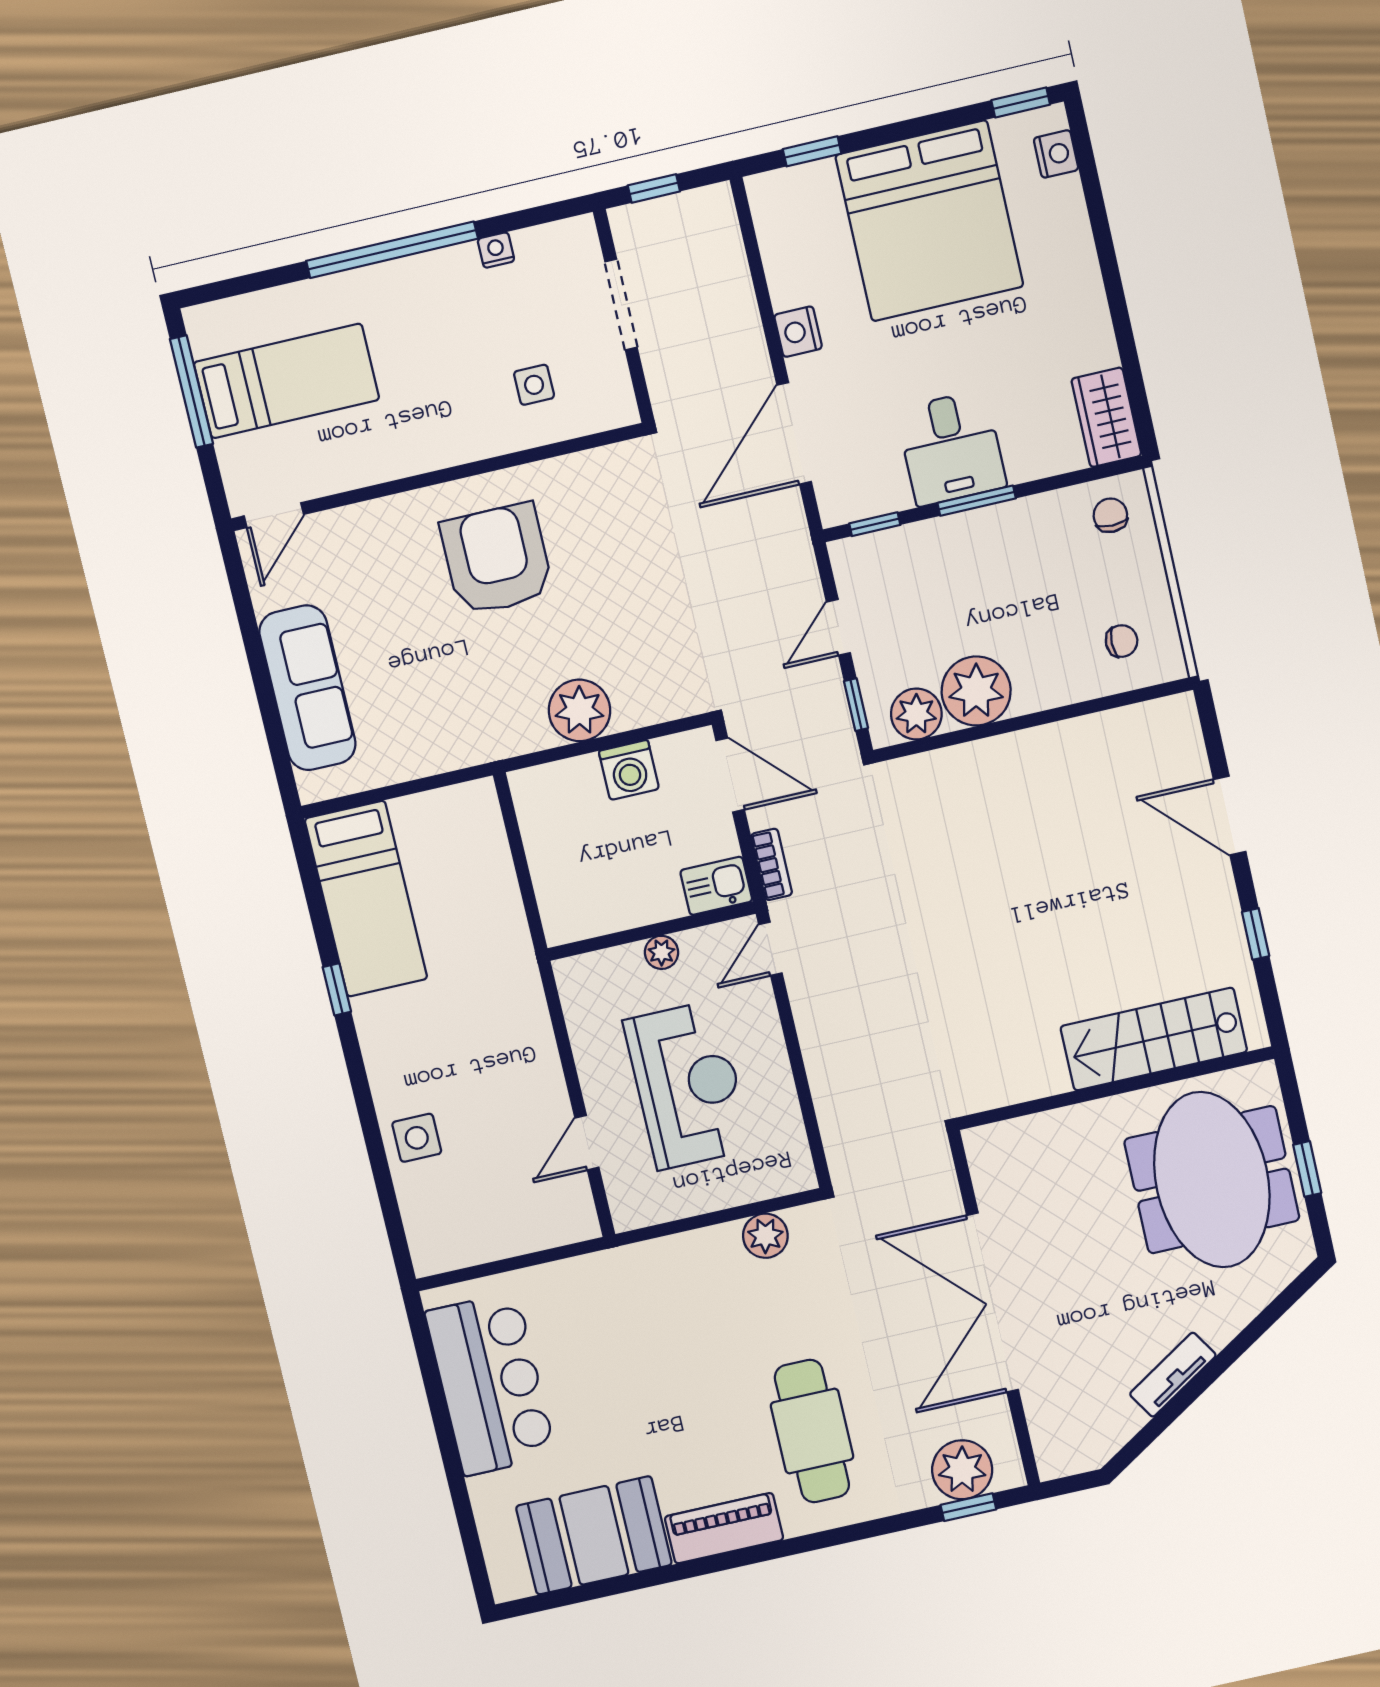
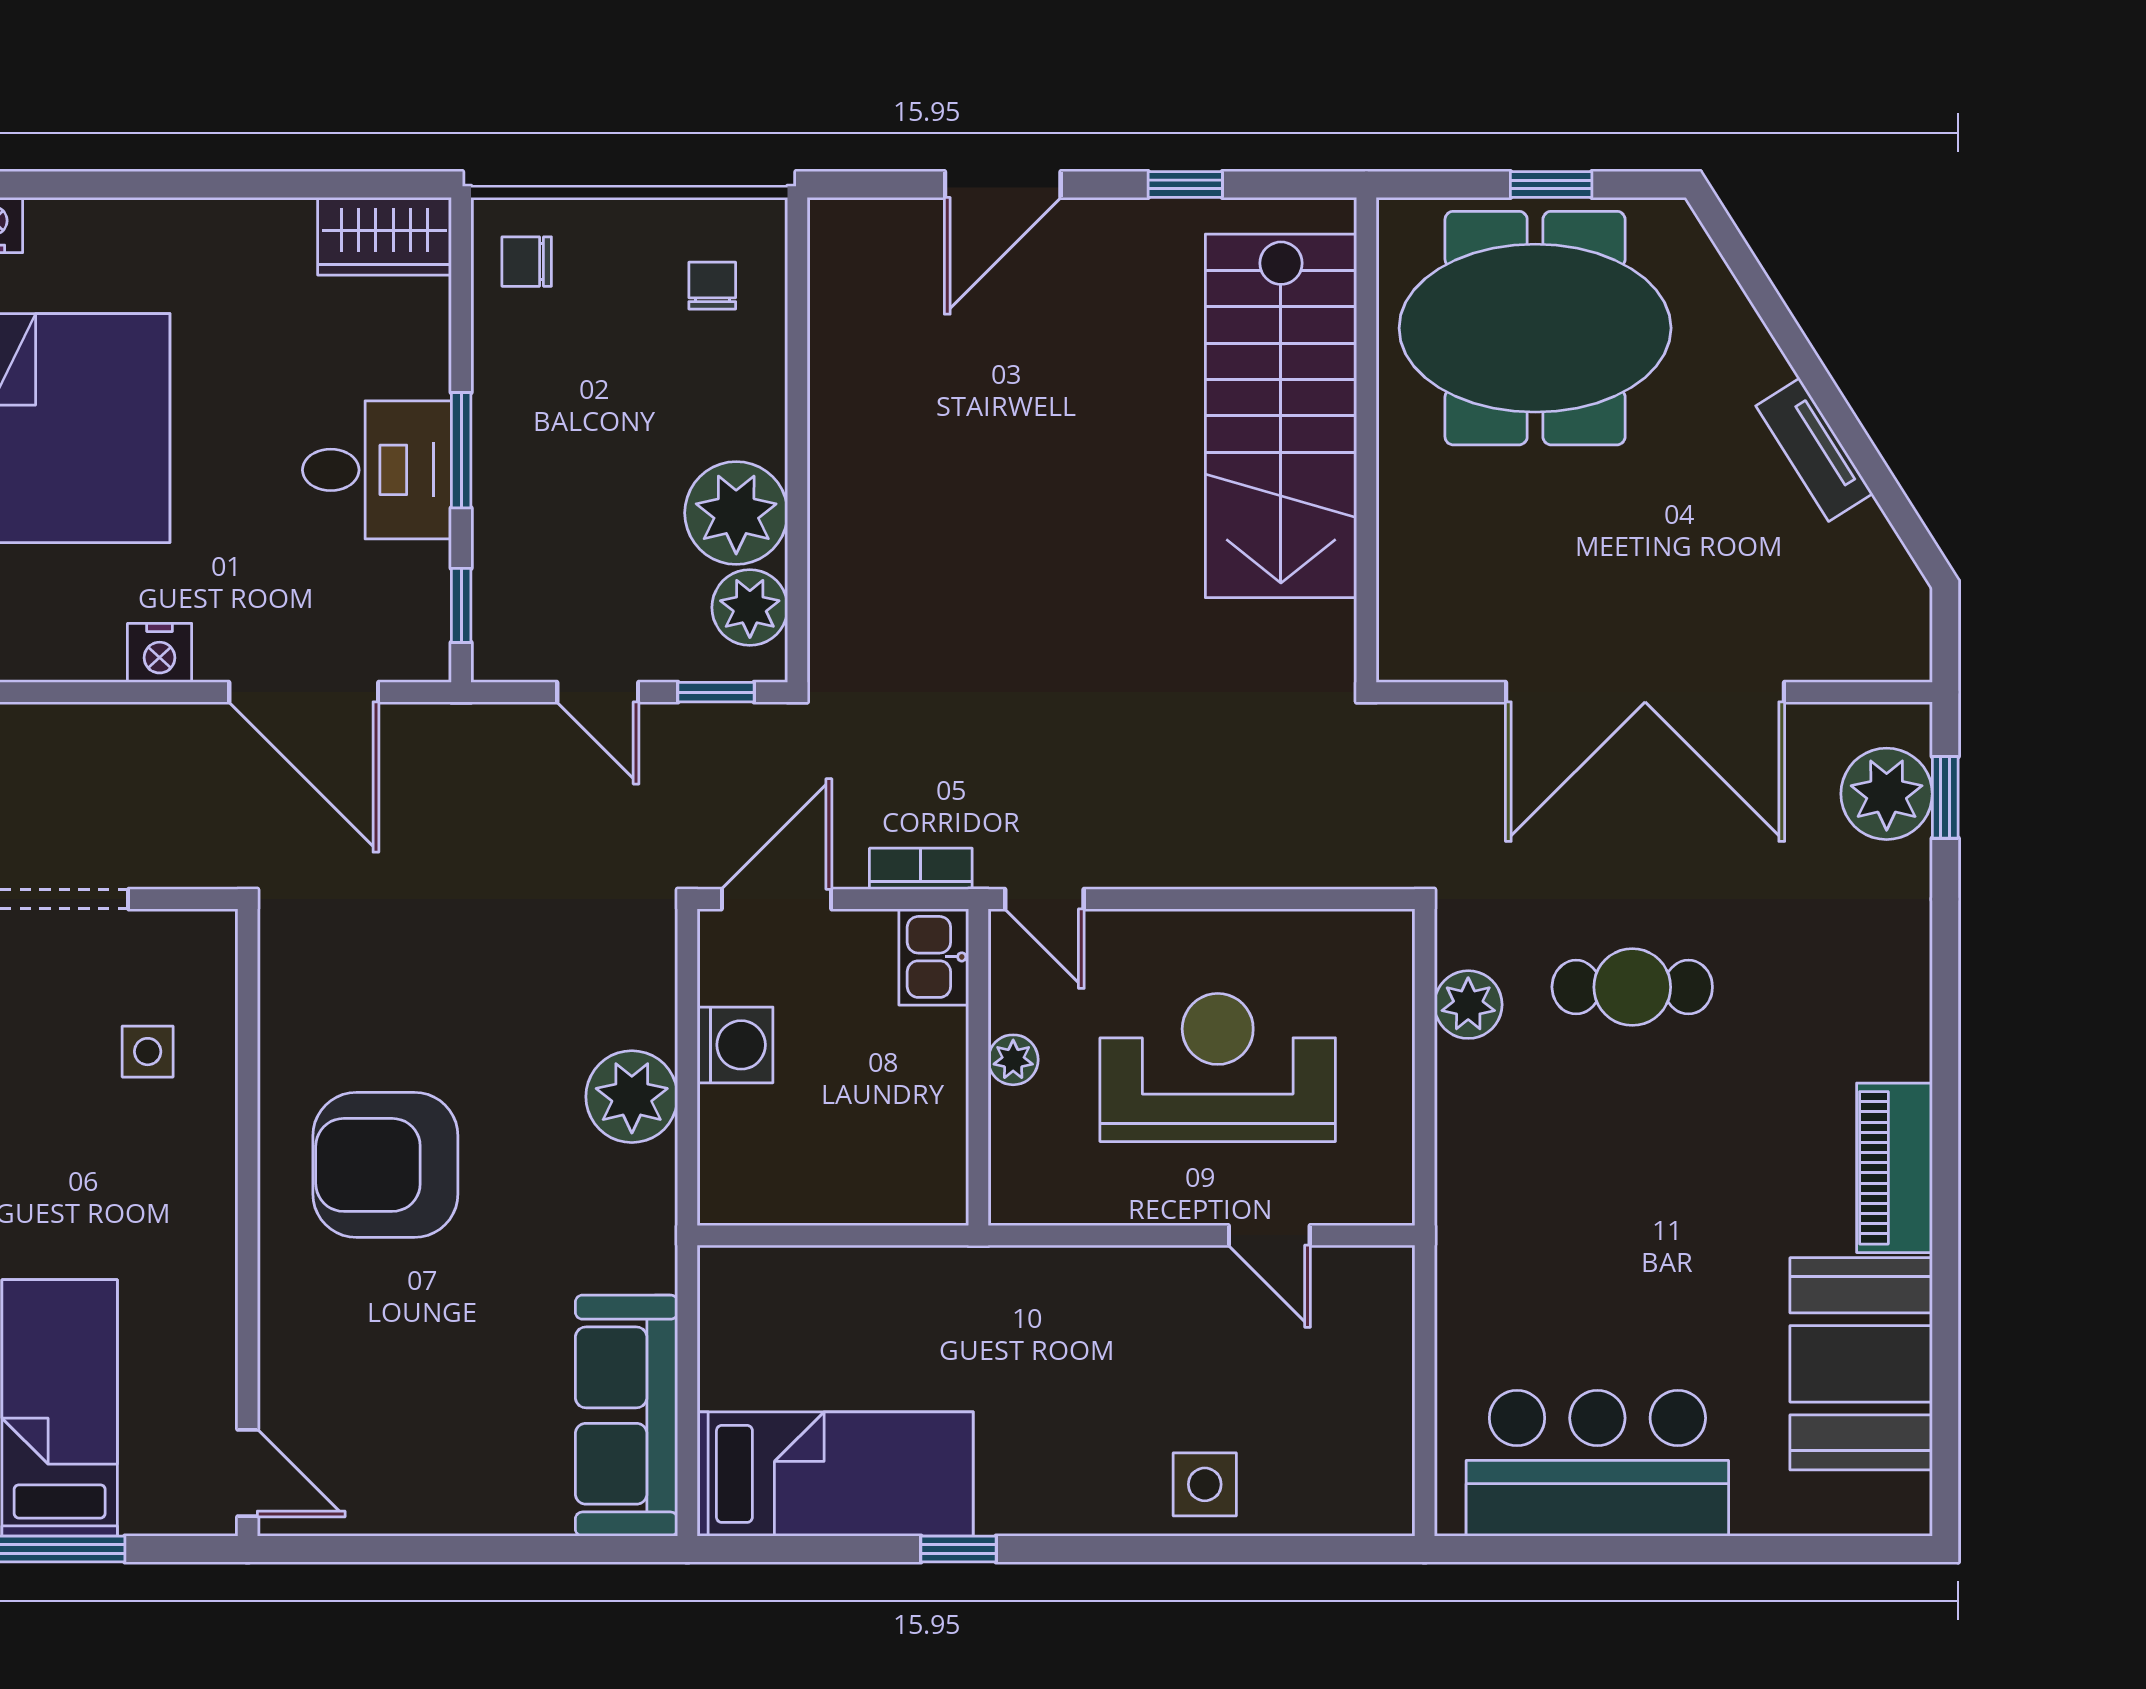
sofa: (308, 688) -> (627, 1416), moved, turned -90
stairs: (1154, 1039) -> (1281, 416), width x1.36, depth x1.51
cafe table: (812, 1431) -> (1632, 987), moved, width x0.73, depth x0.74

